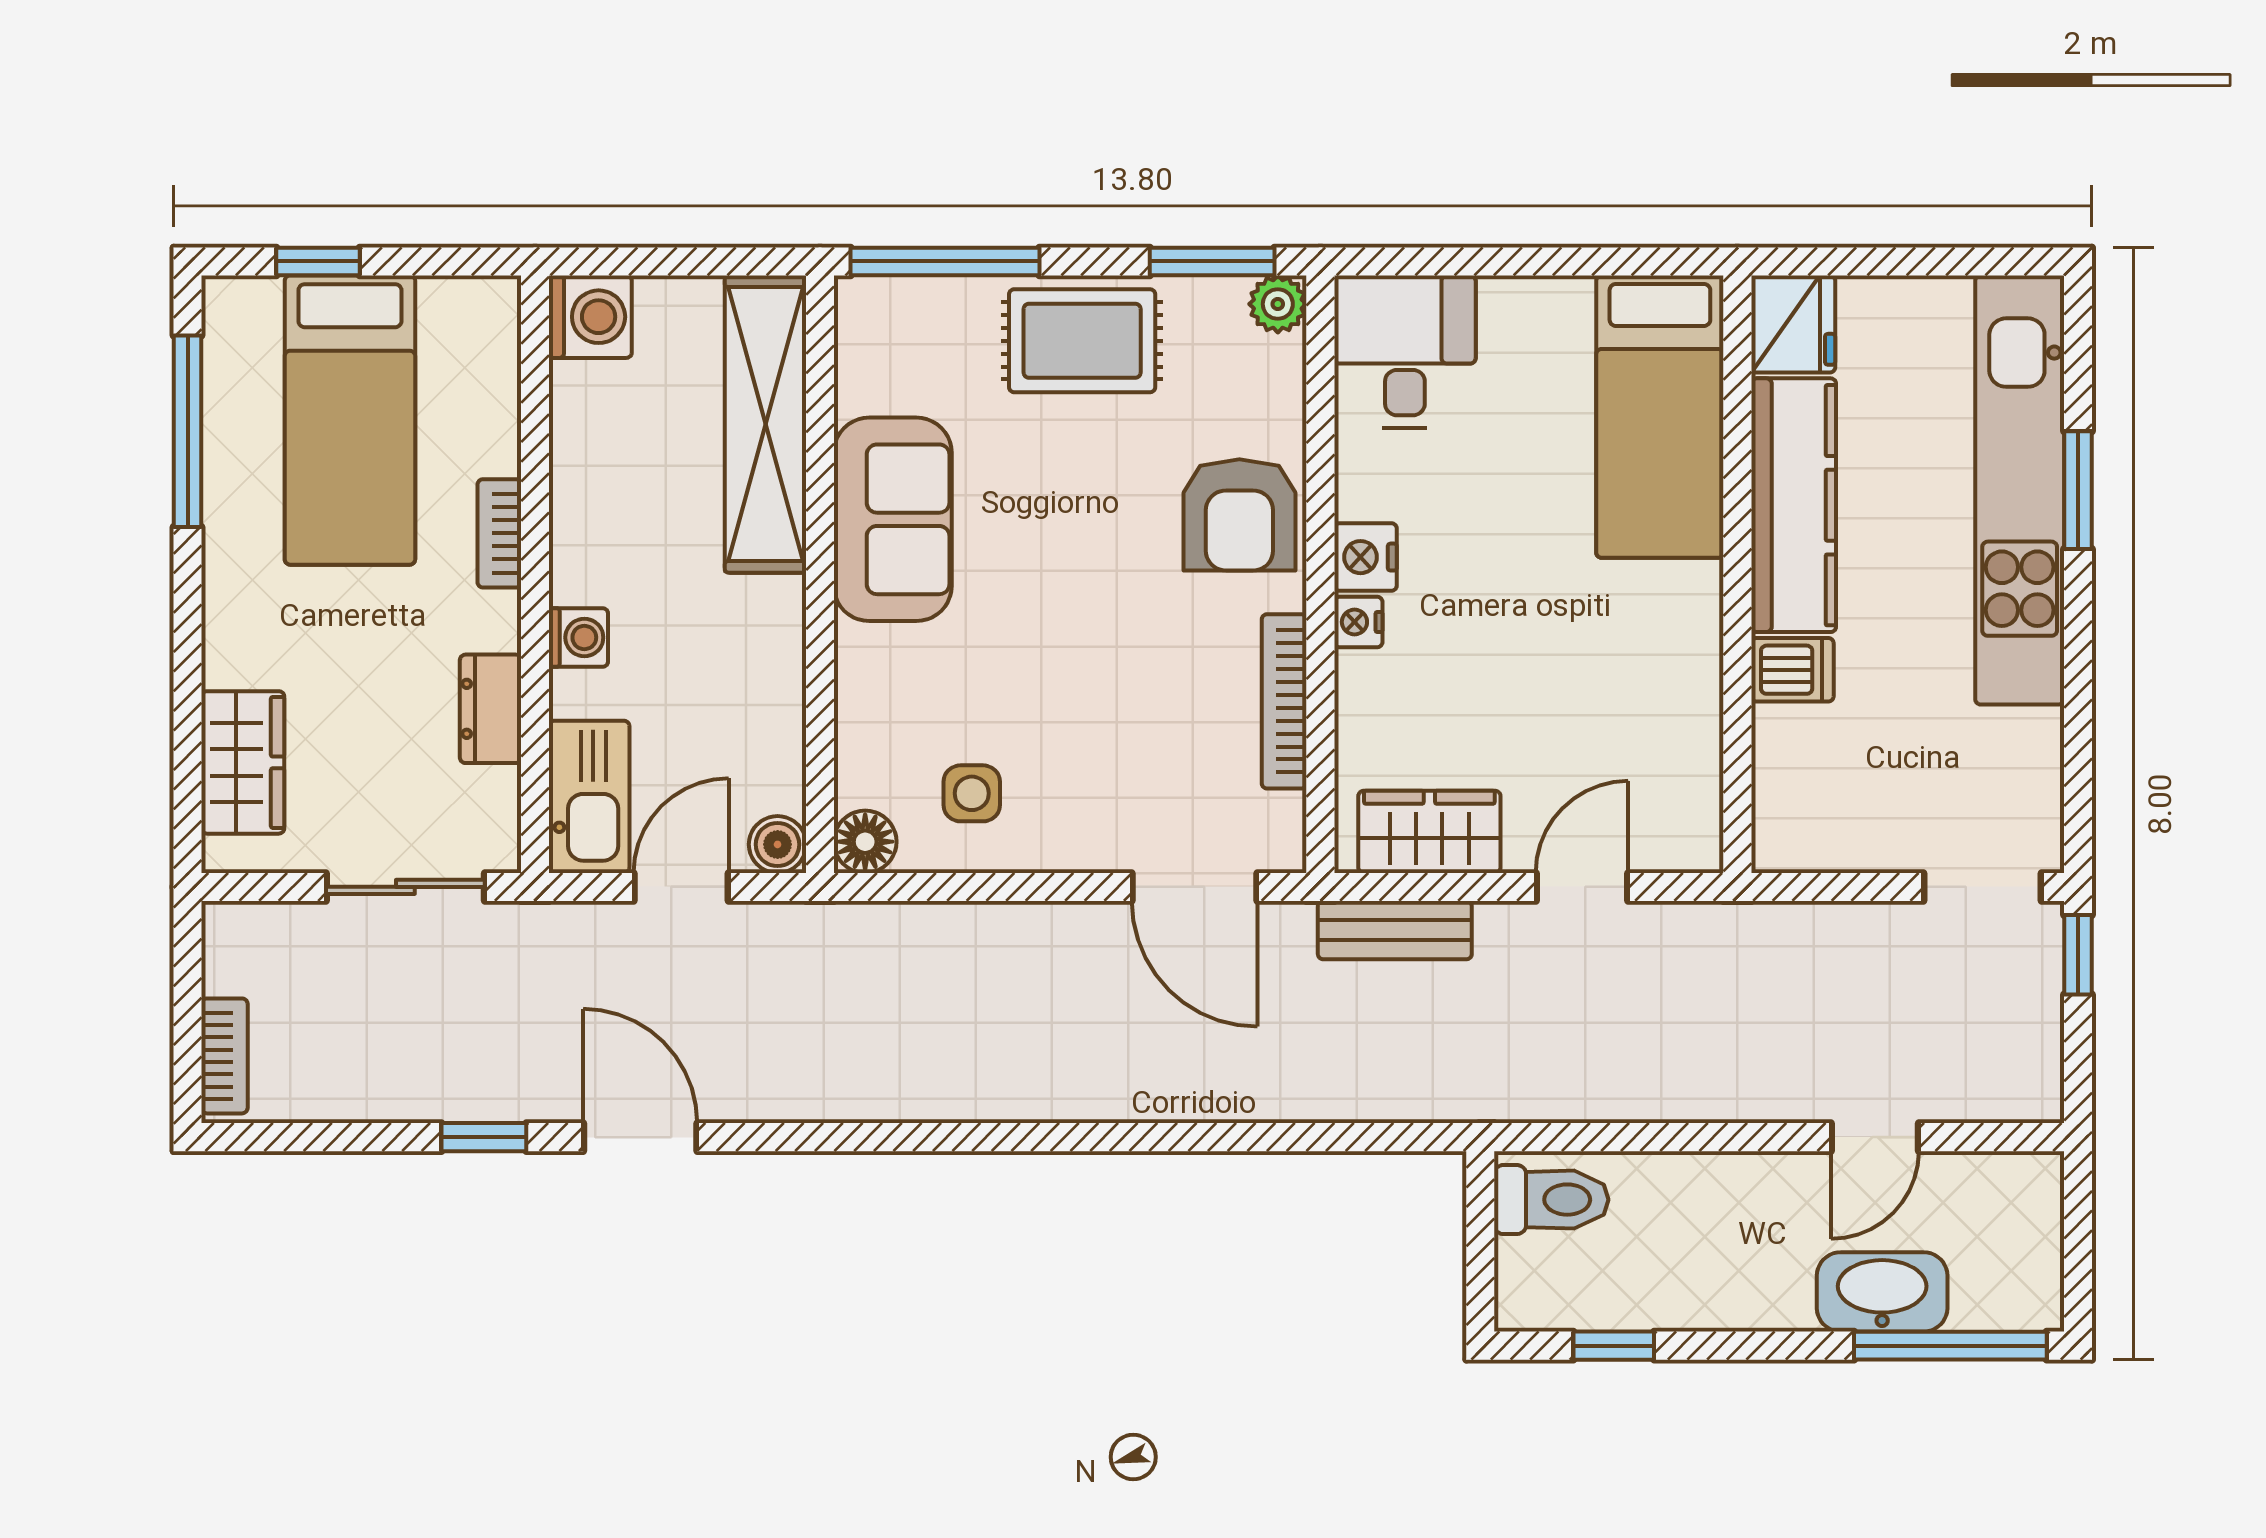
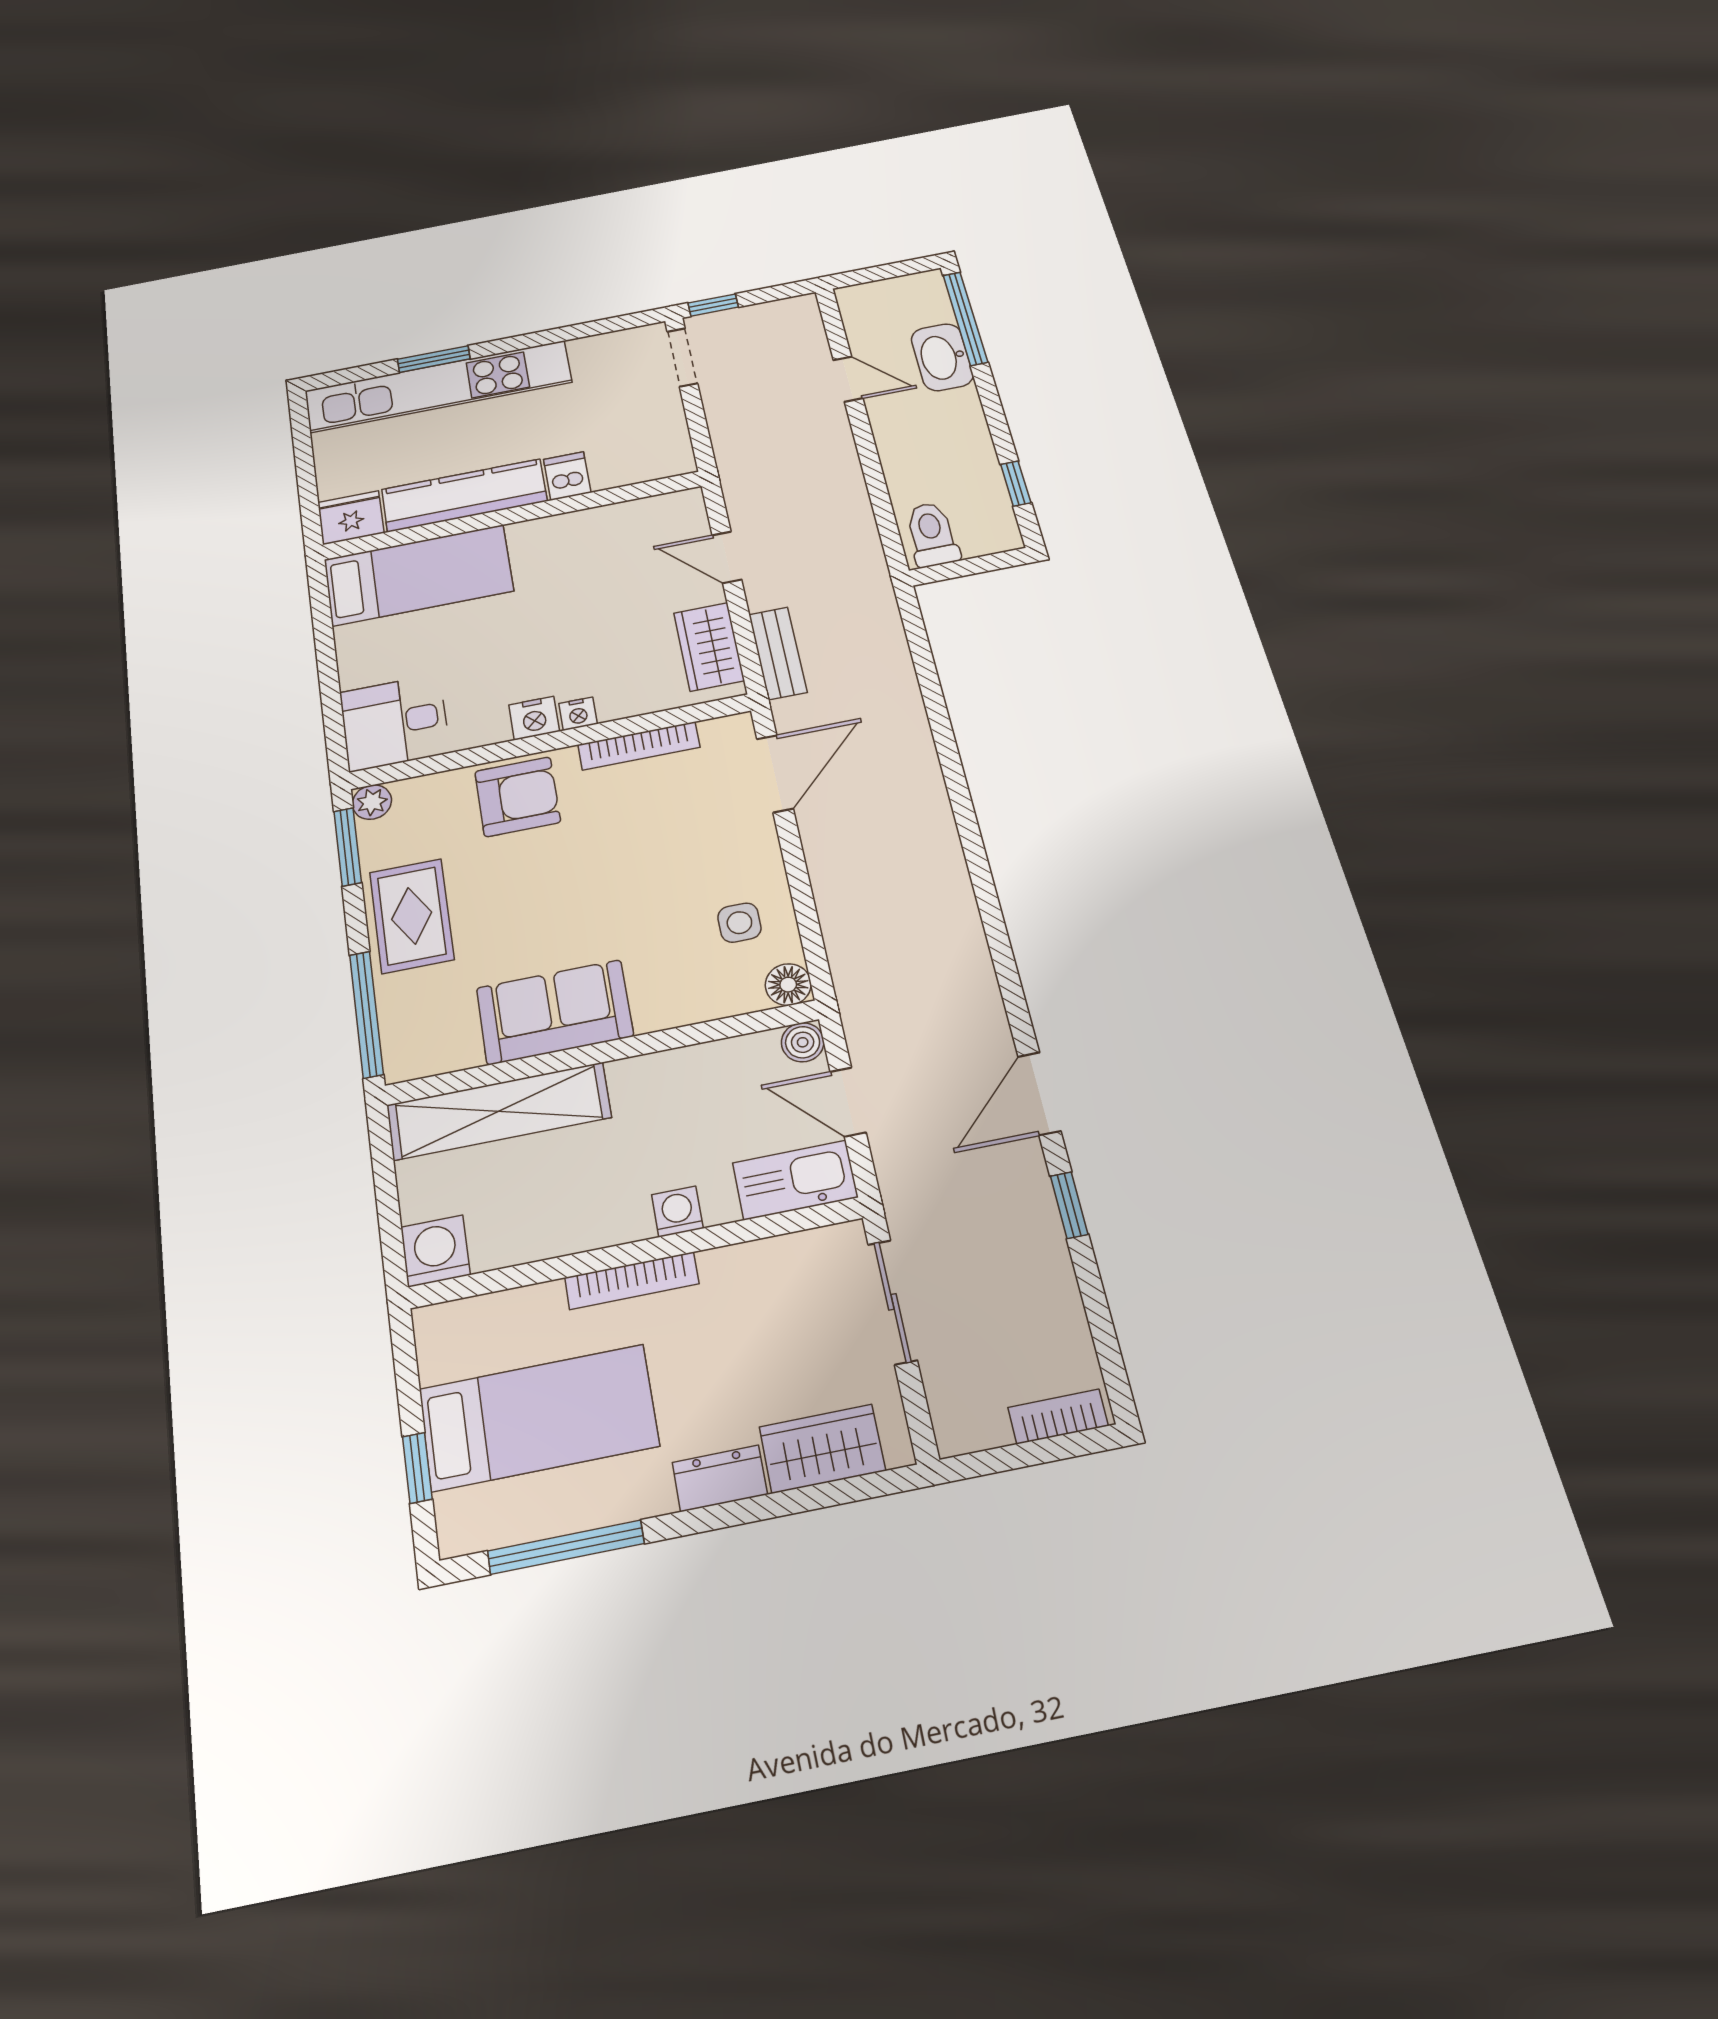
bookcase: (499, 533) -> (632, 1281), width x1.56
dresser: (491, 709) -> (720, 1478), moved, turned 180

